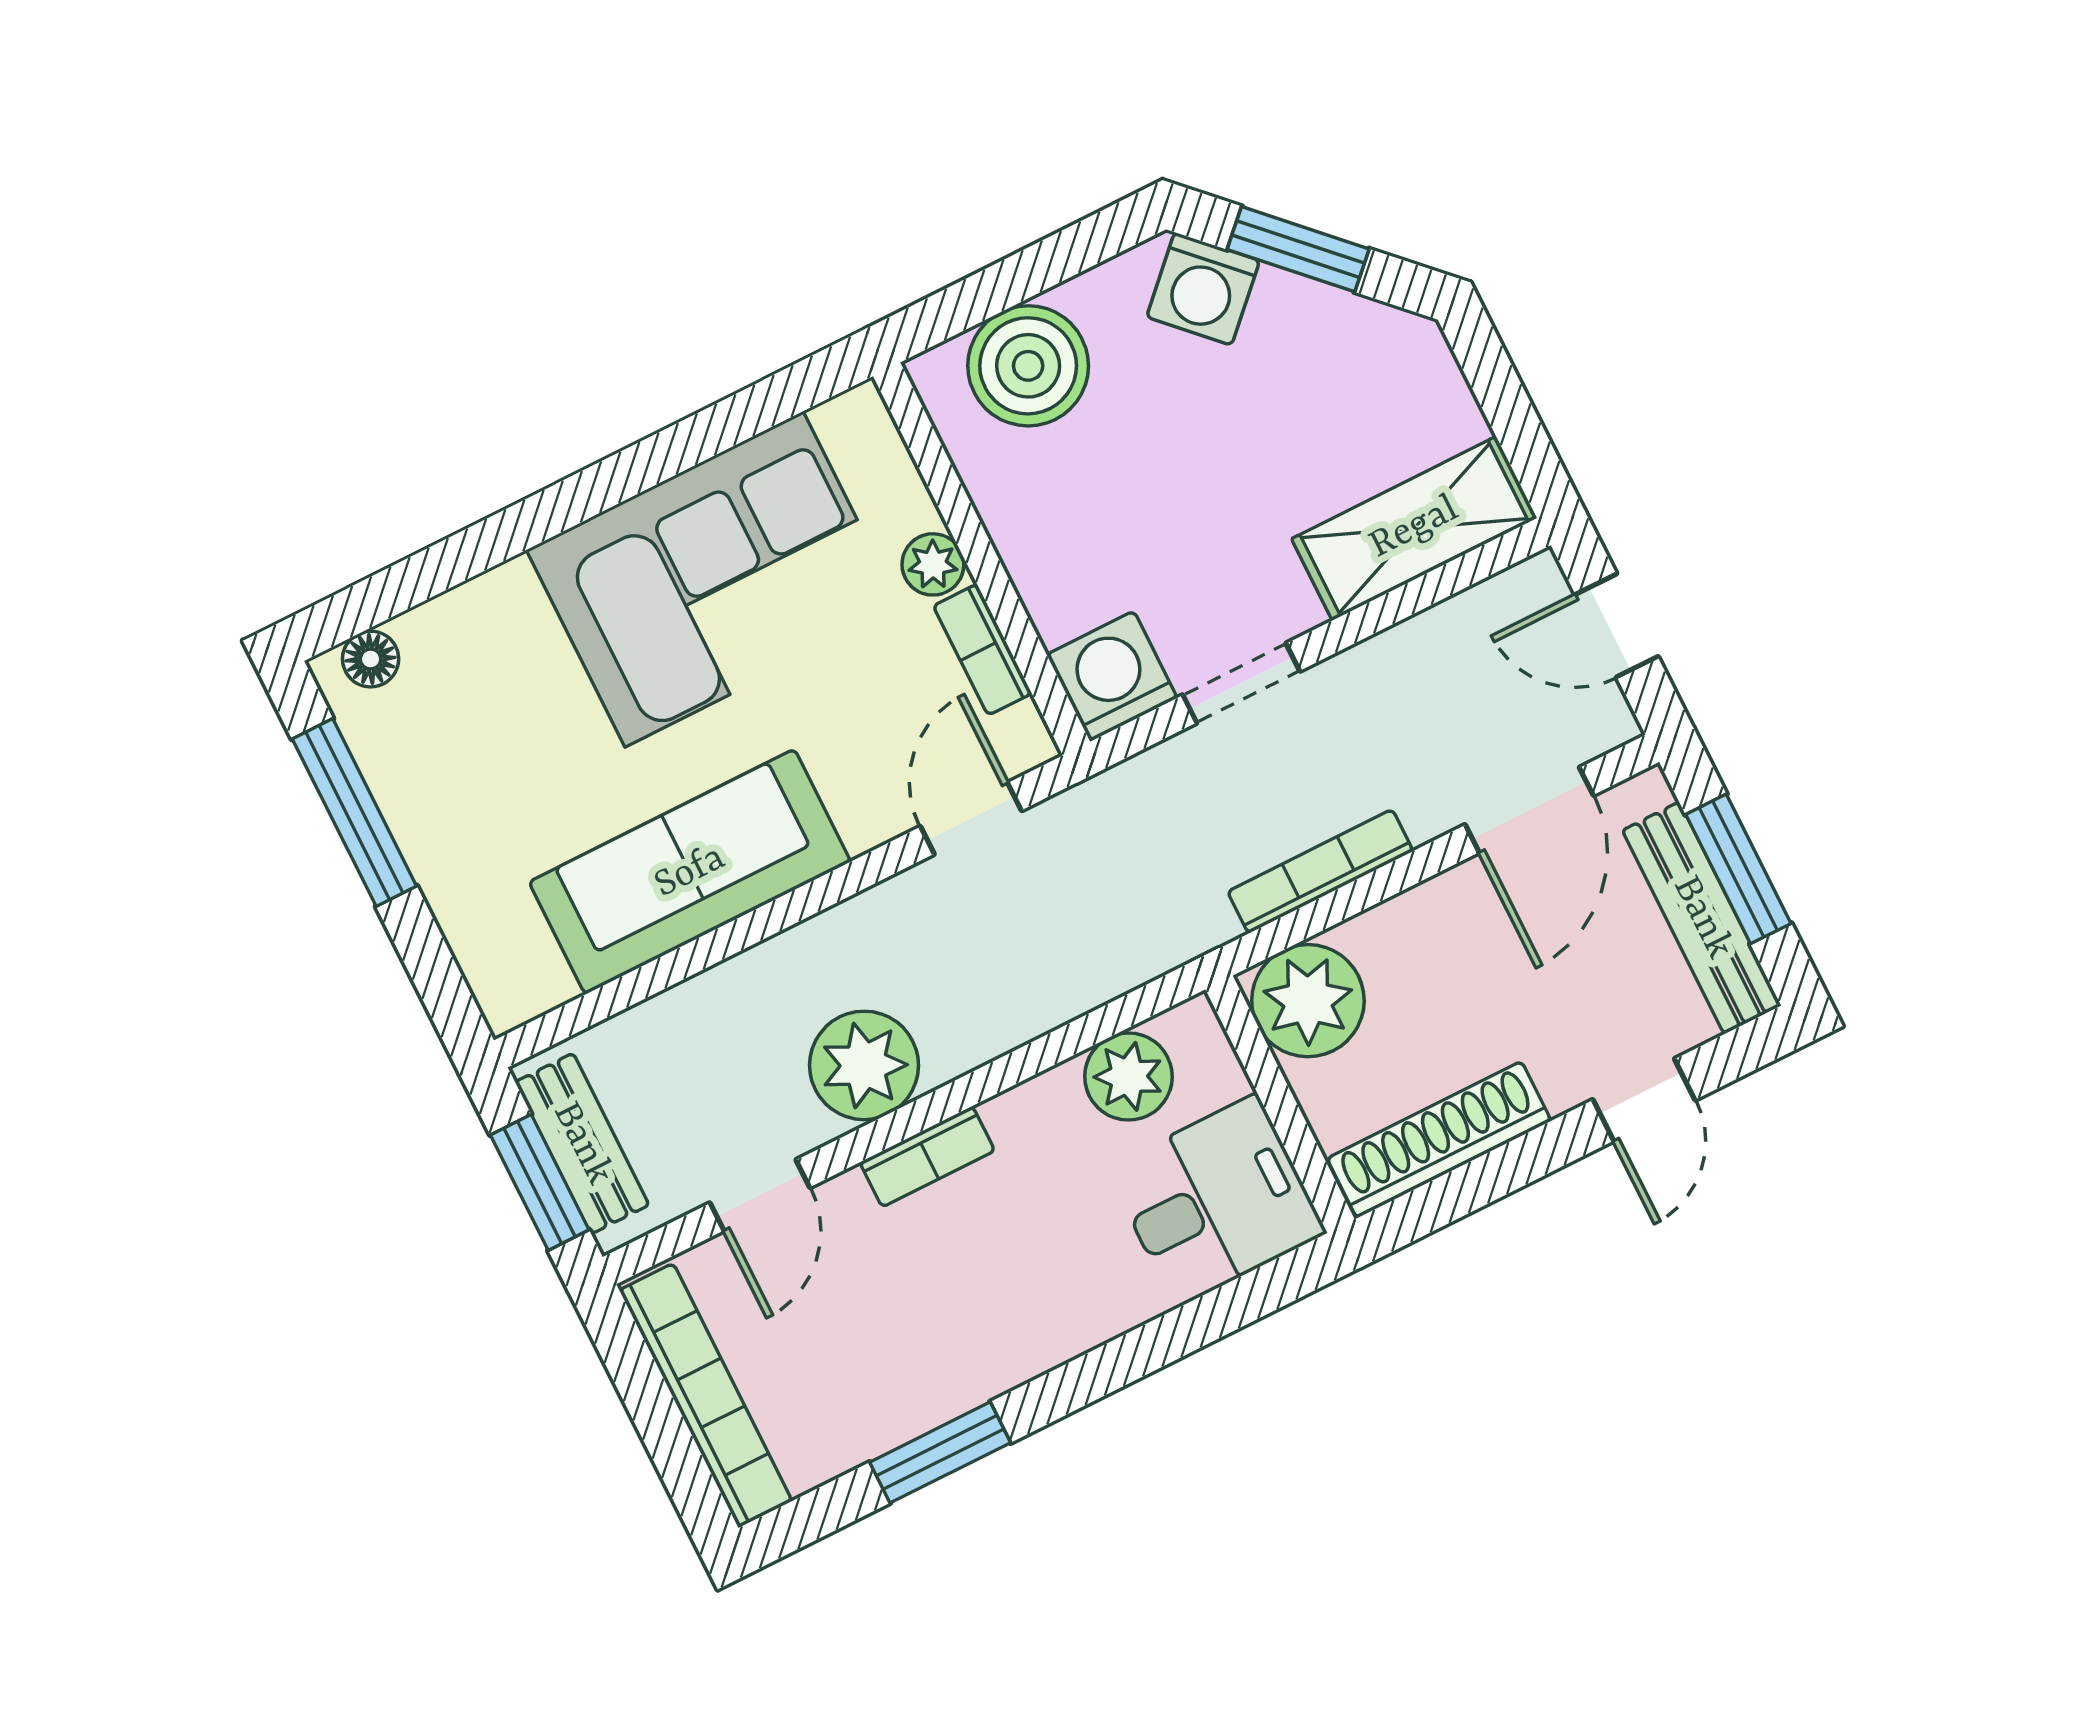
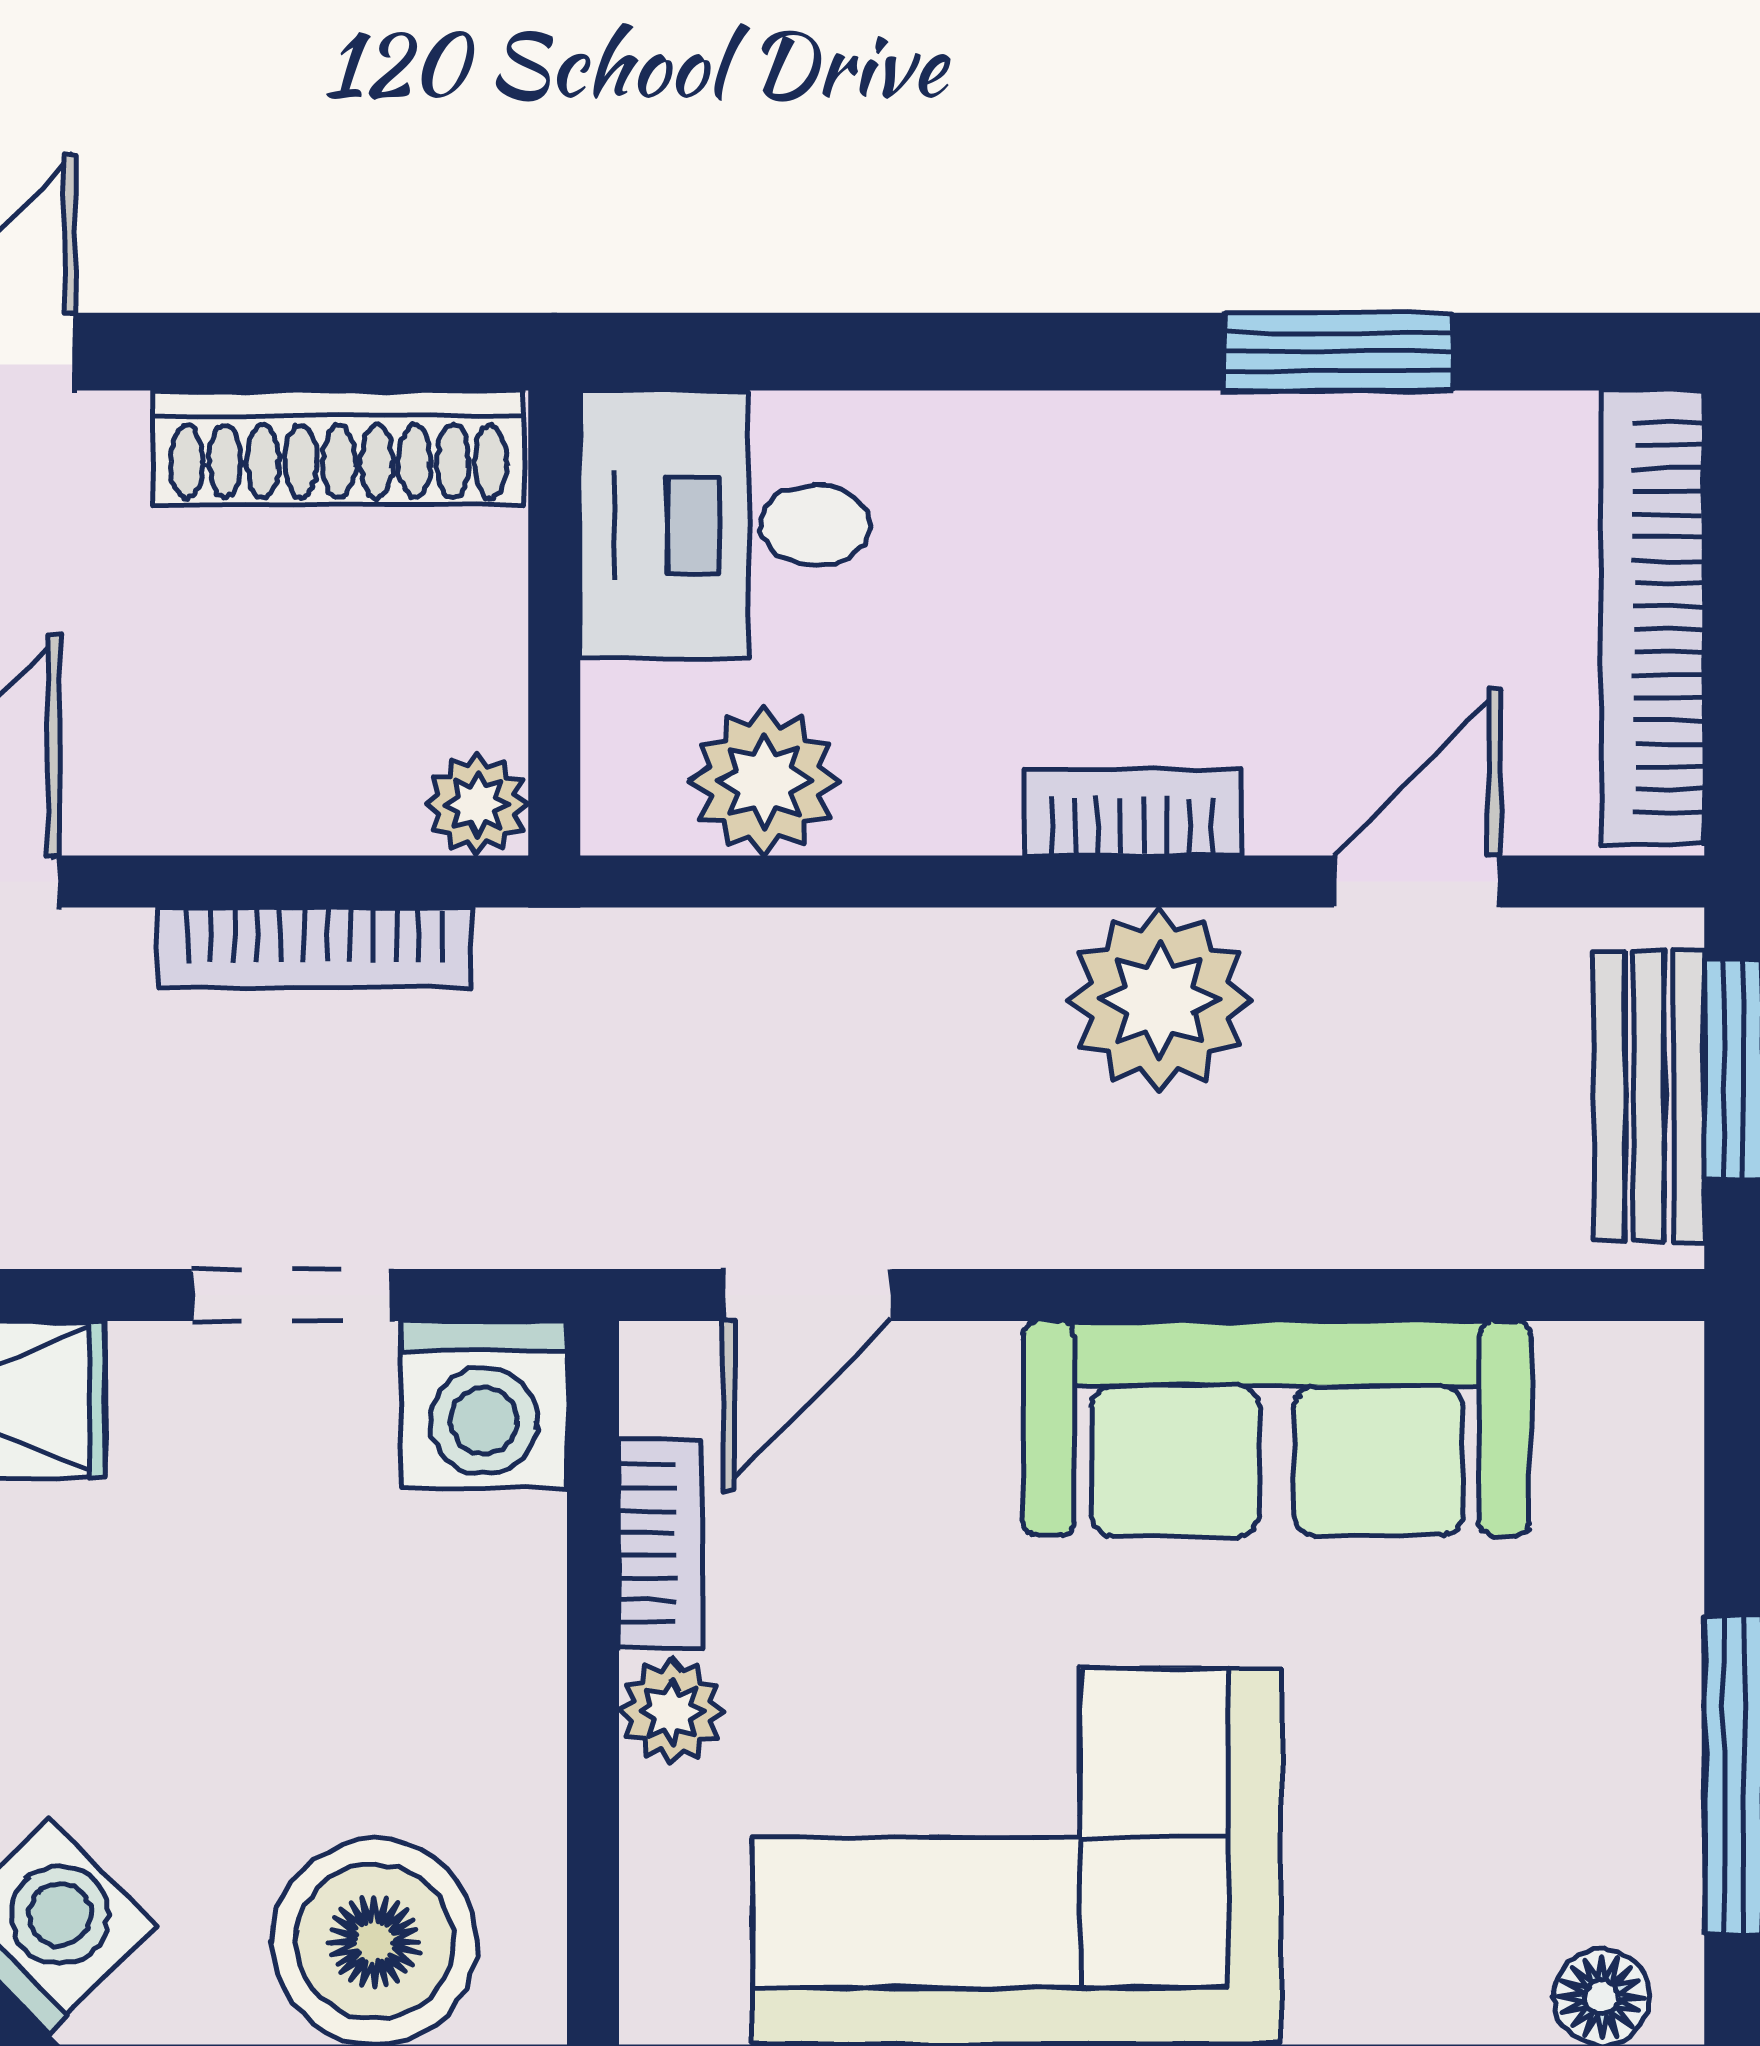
plant: (1308, 1001) -> (477, 805), width x0.53, depth x0.53

